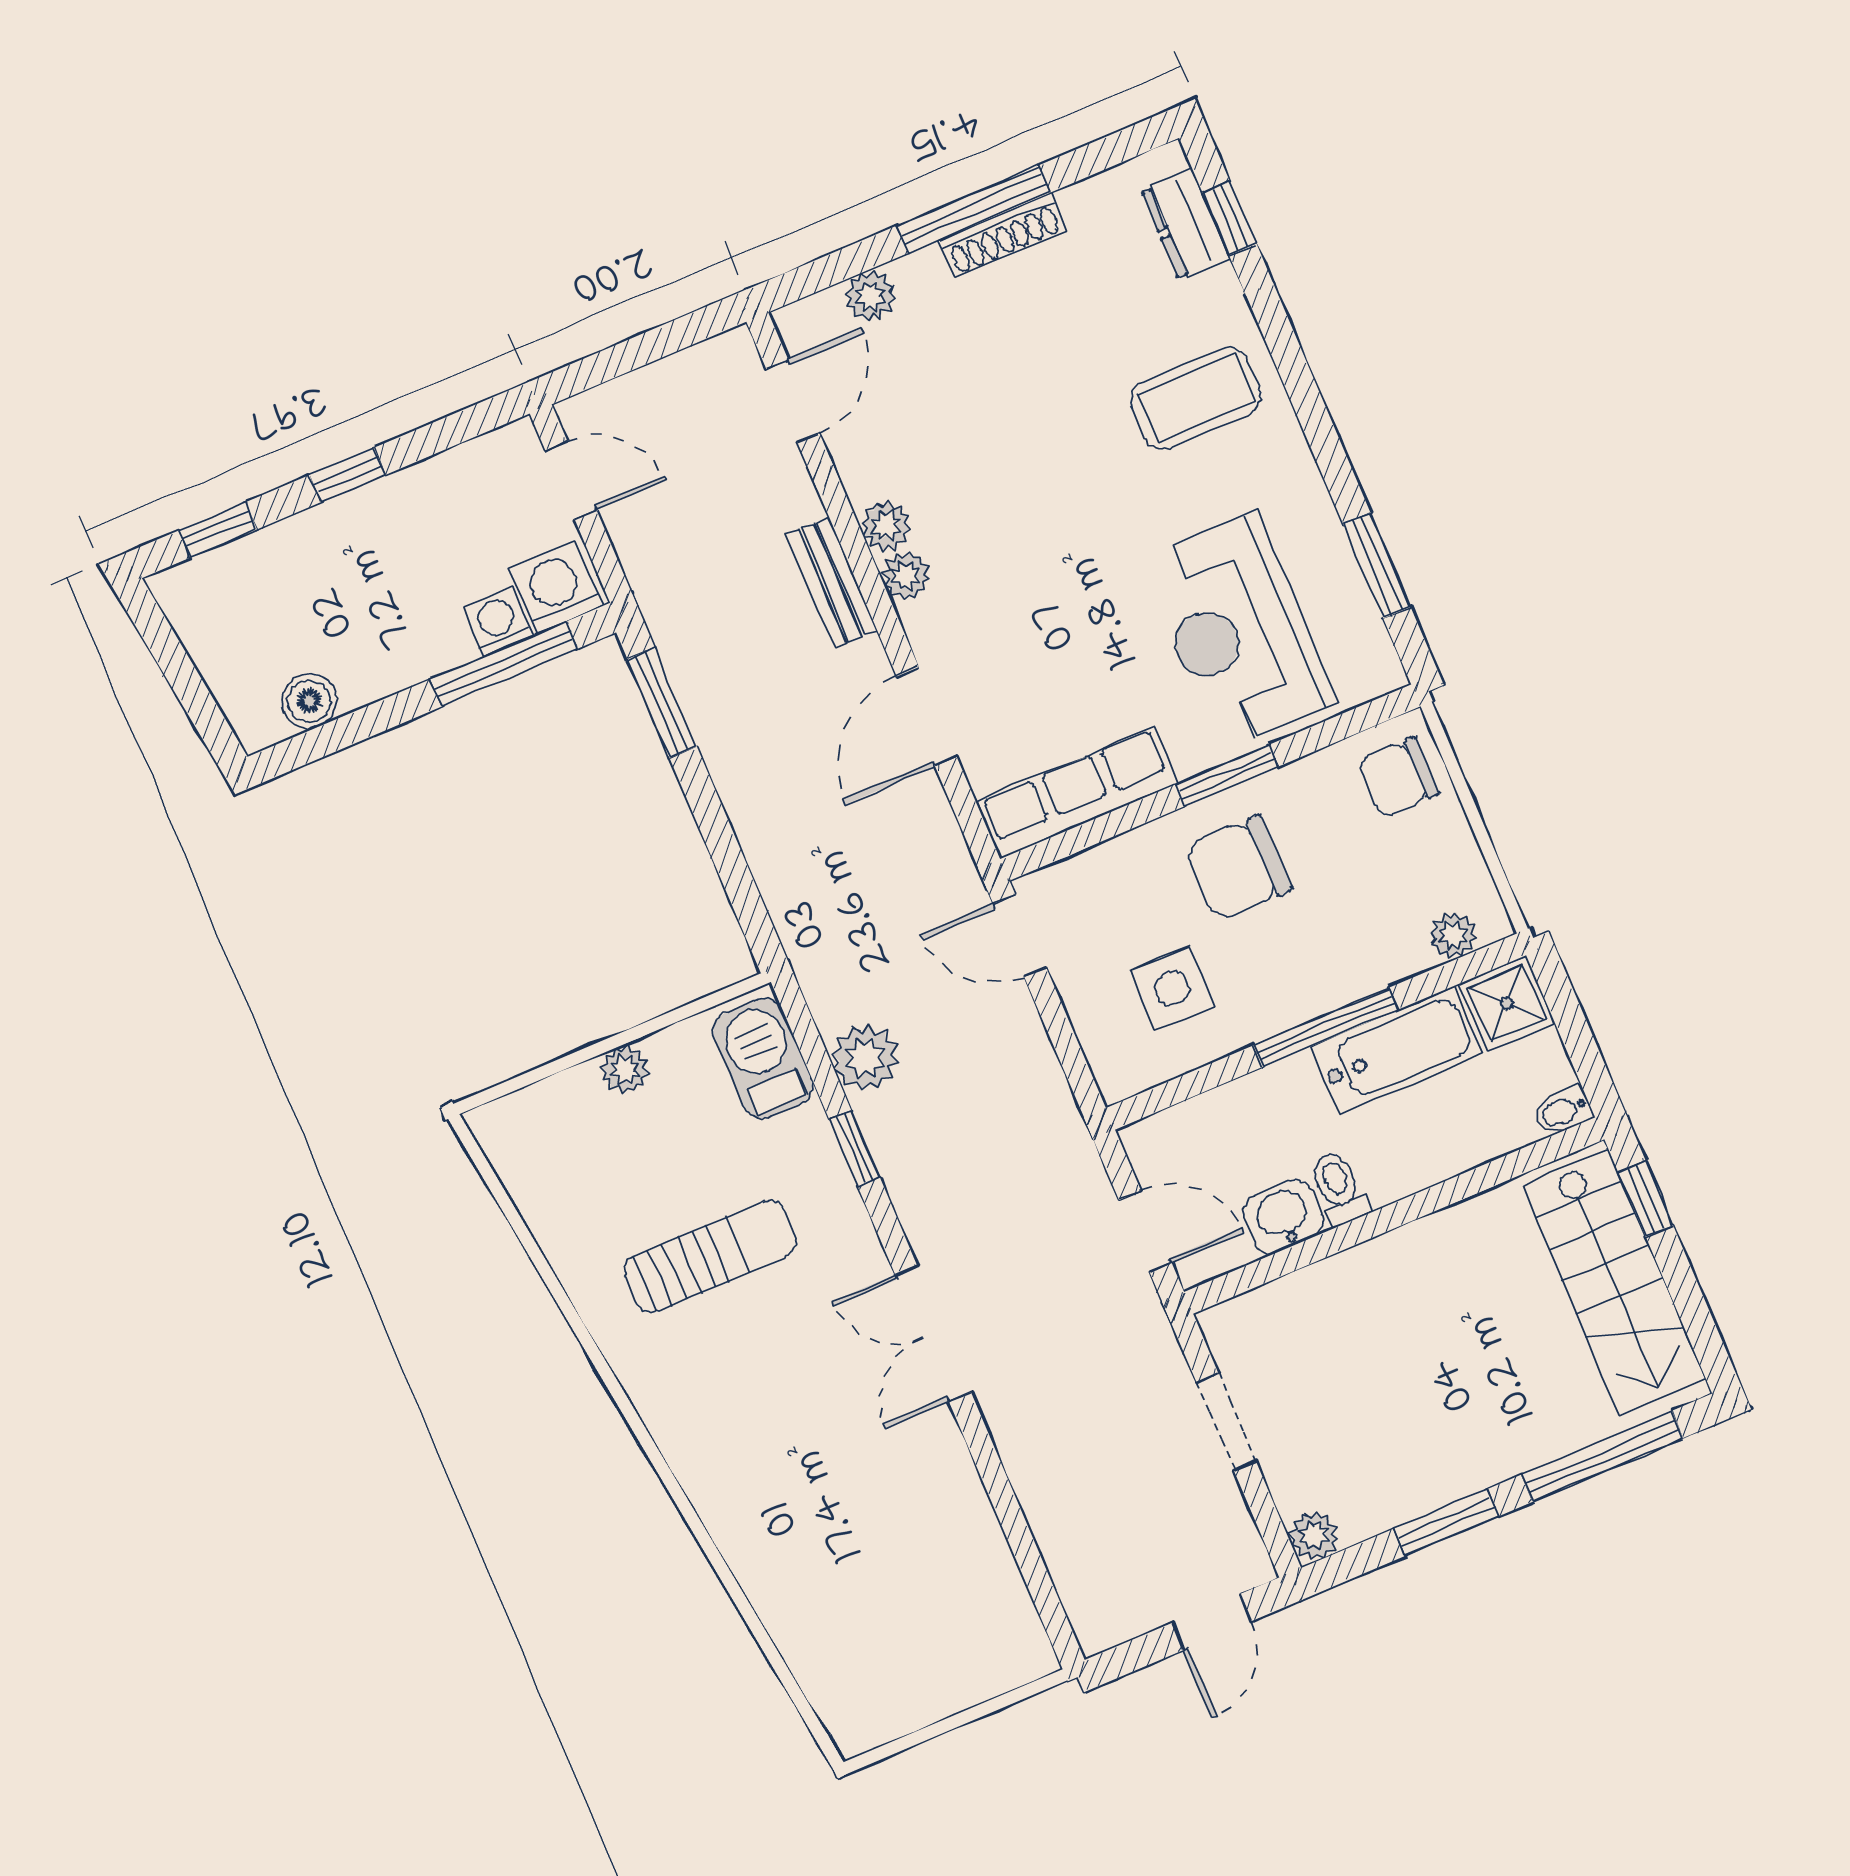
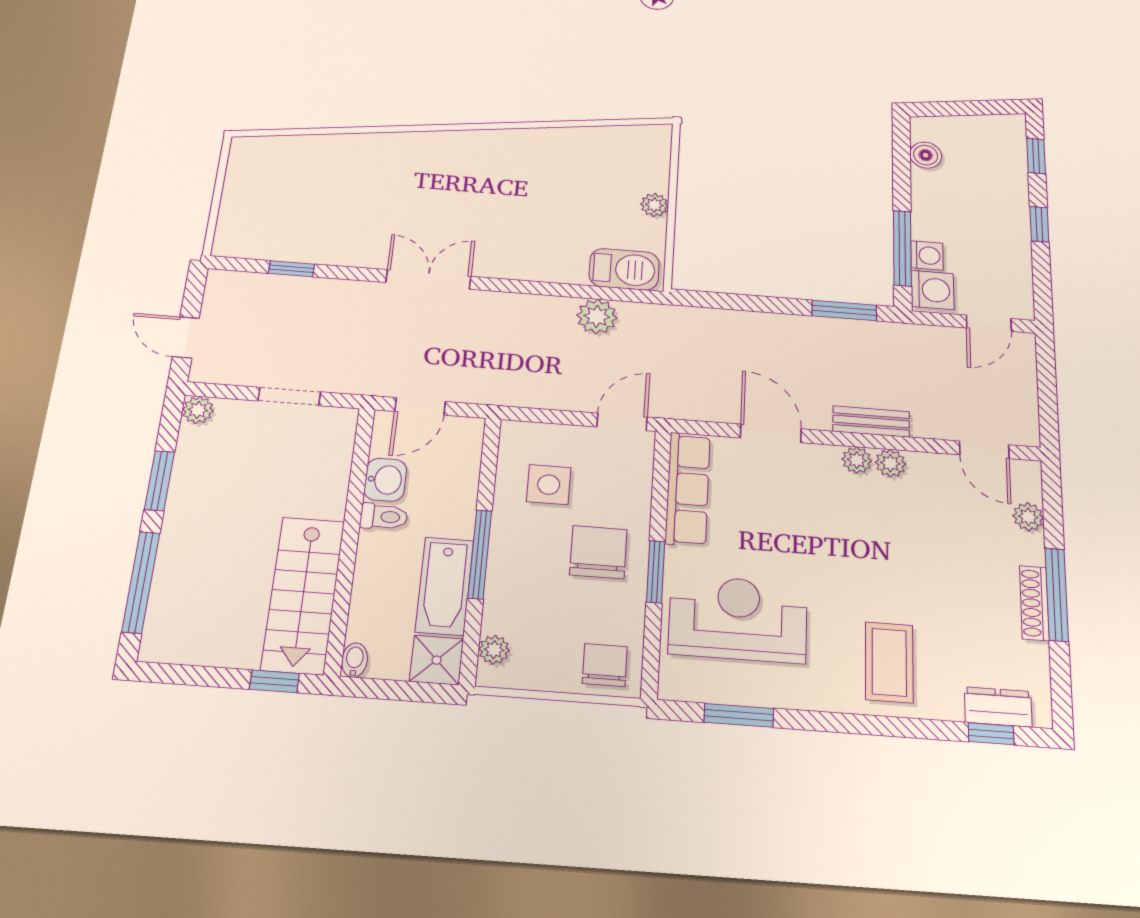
window: (855, 1148) -> (291, 269), moved
sun lounger: (710, 1256) -> (533, 198), removed
stairs: (1614, 1282) -> (303, 595), moved, turned -90

